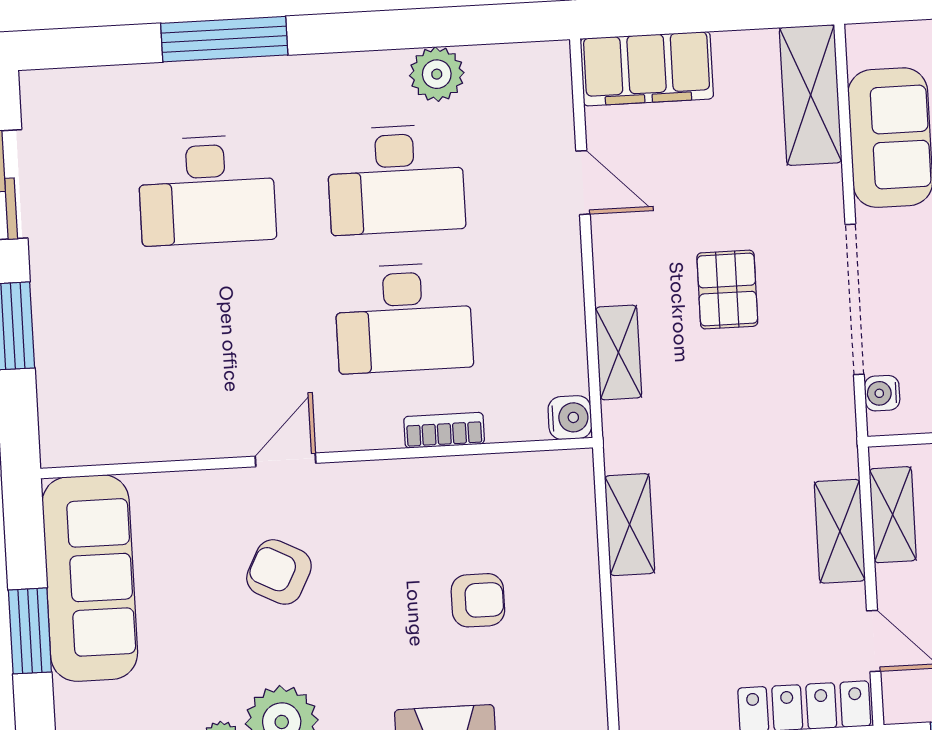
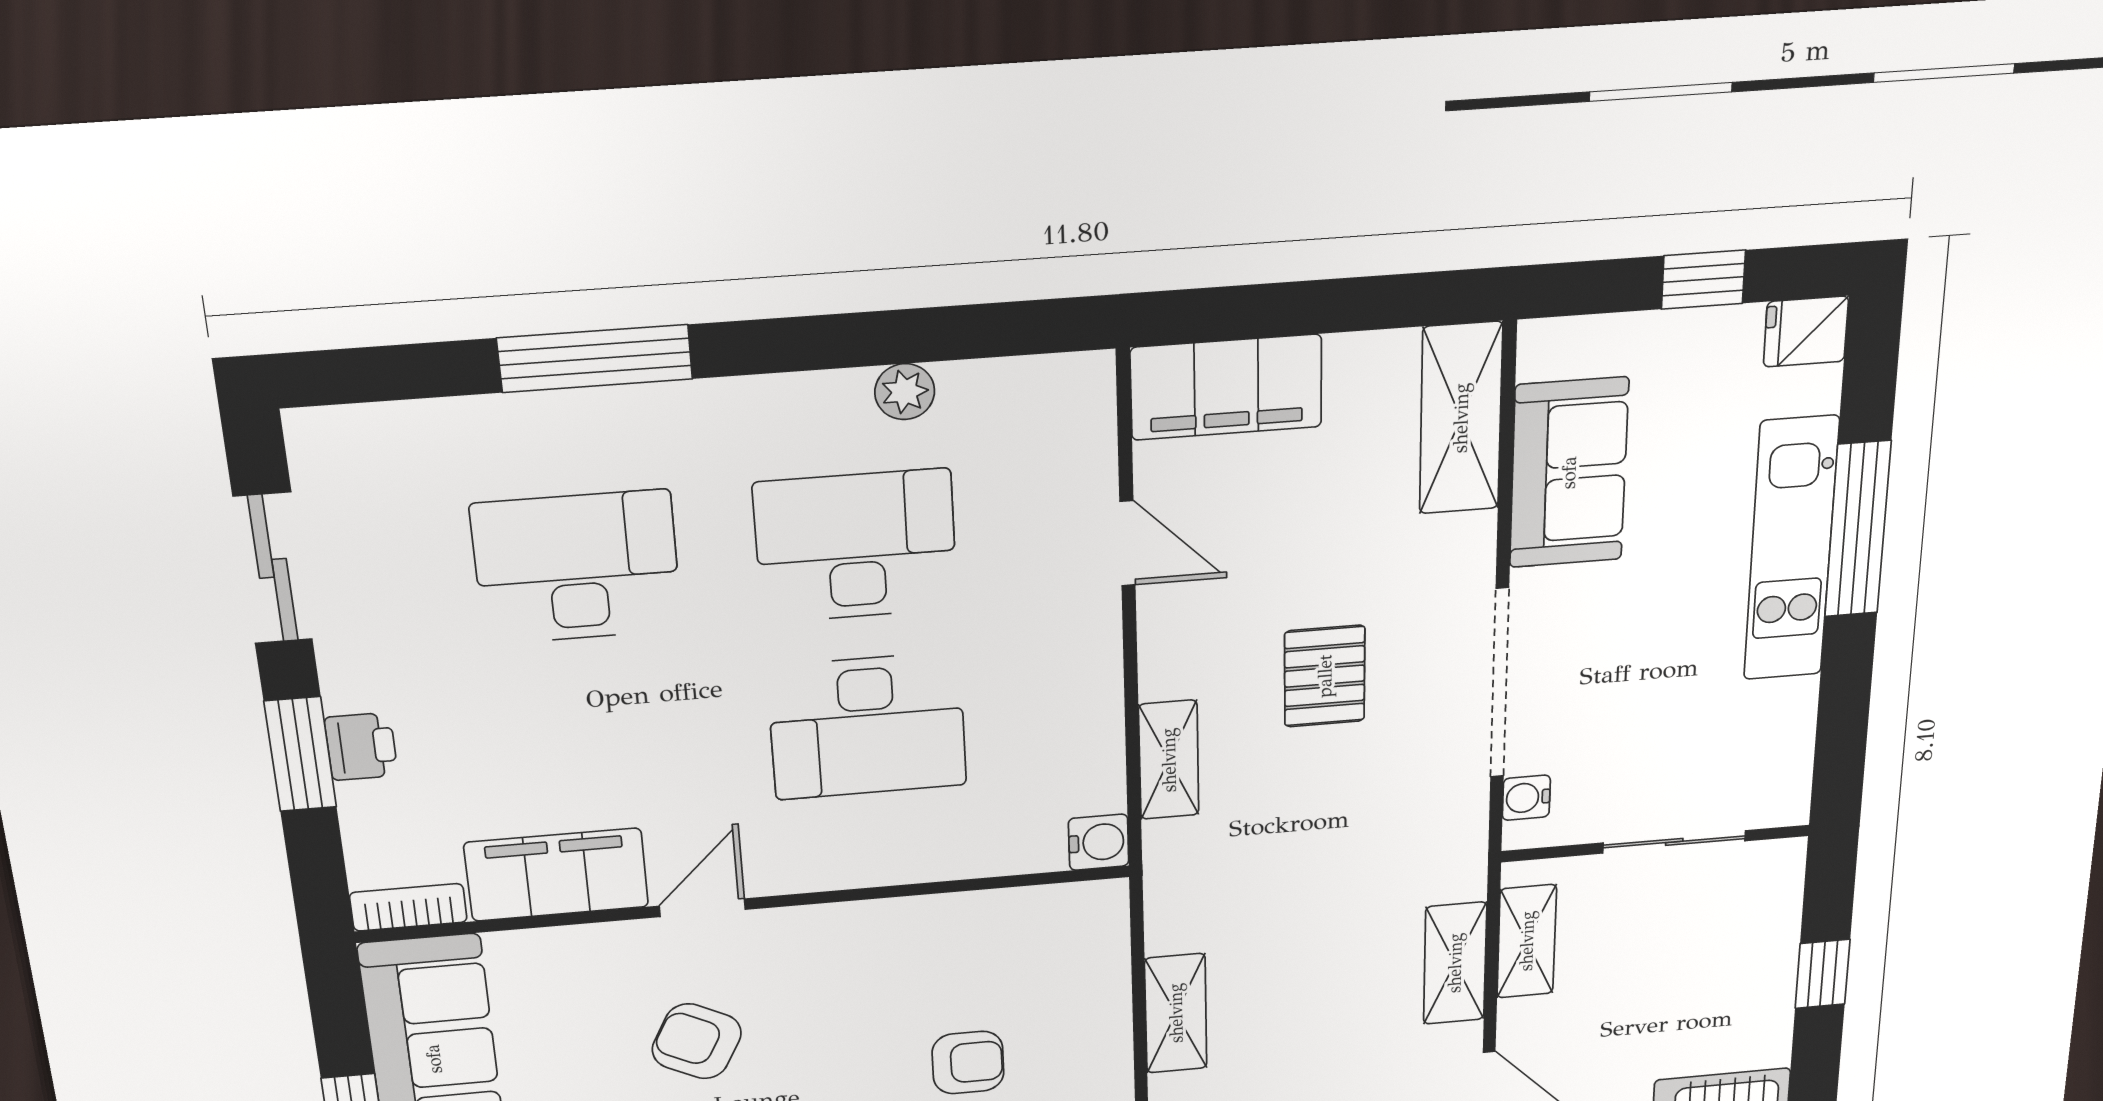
plant: (437, 74) -> (905, 392), width x0.73, depth x0.73
desk: (396, 179) -> (856, 546), turned 180
desk: (207, 190) -> (577, 567), turned 180
printer: (54, 322) -> (361, 747), added
filing cabinet: (184, 428) -> (557, 875), added
bookcase: (444, 430) -> (408, 907), moved
shelving: (630, 525) -> (1176, 1013), moved

